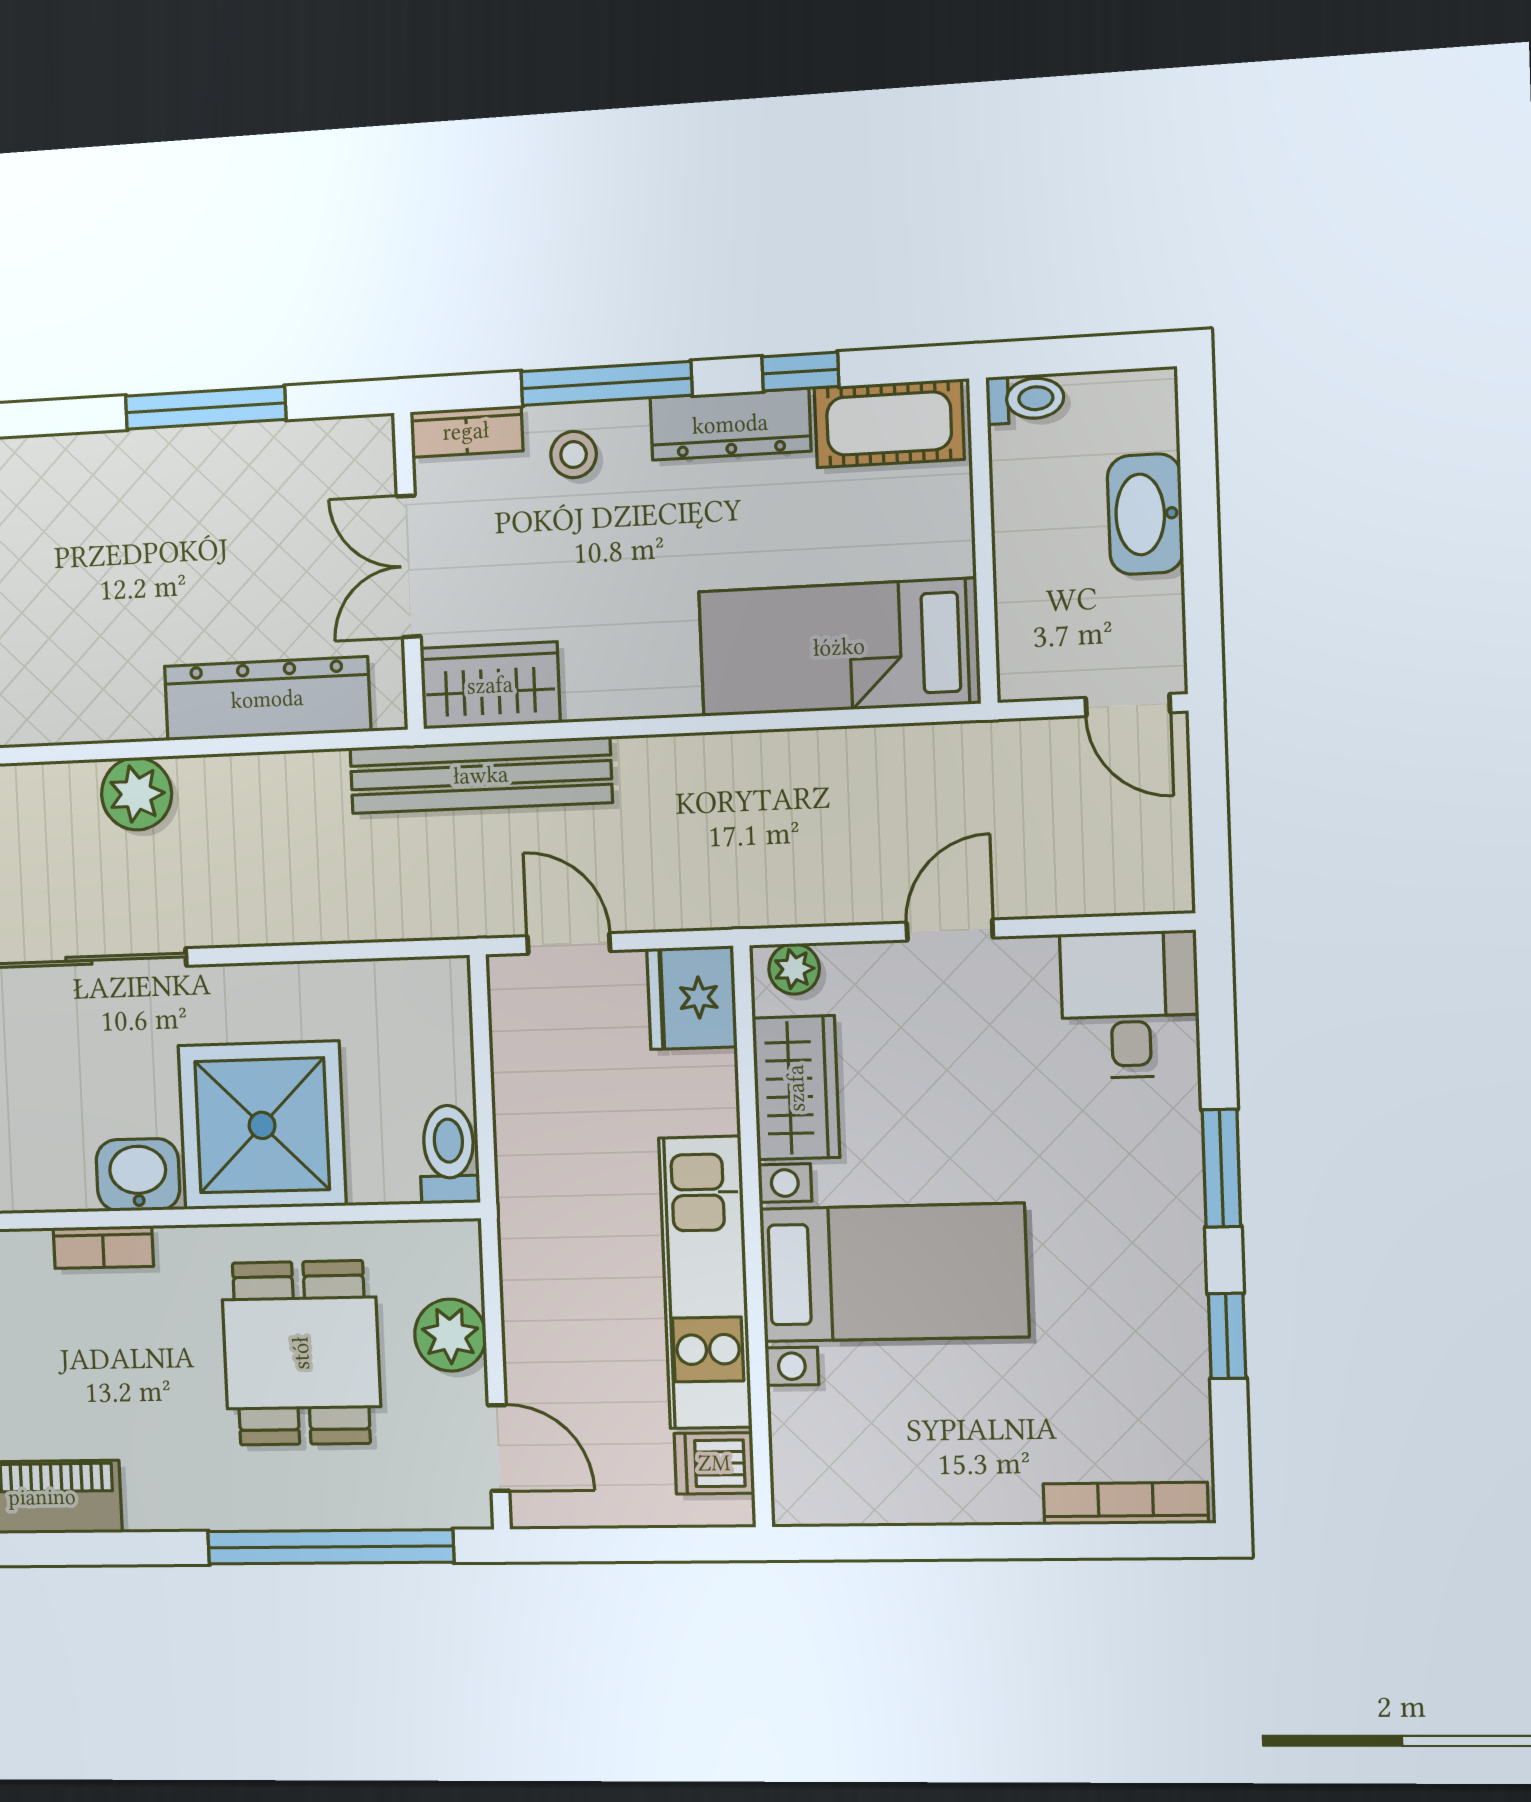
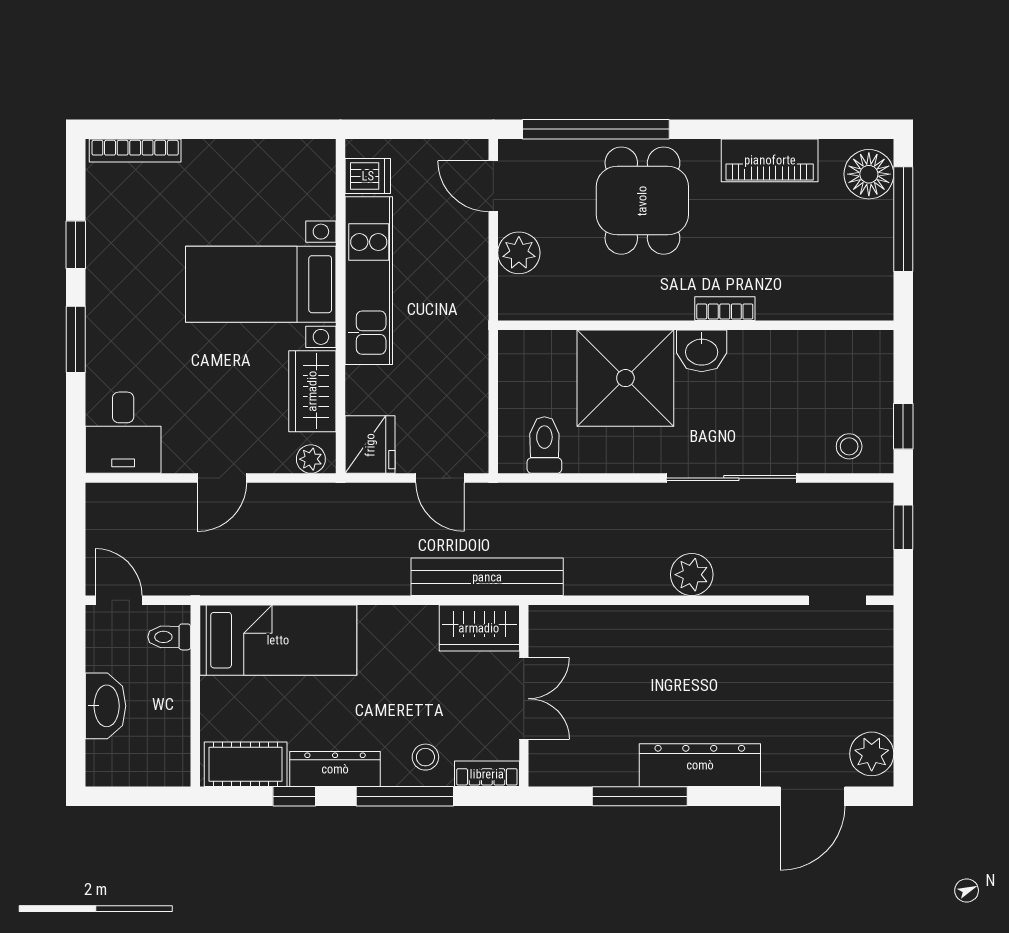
toilet: (1025, 399) -> (169, 637), moved
dresser: (267, 699) -> (700, 765), moved, turned 180
toilet: (449, 1154) -> (544, 445), moved, turned 180
dining table: (301, 1353) -> (642, 201), moved

